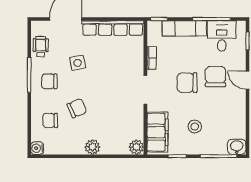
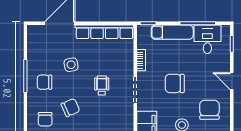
wheelchair: (41, 47) -> (102, 85), moved
chair: (215, 77) -> (209, 110), moved
chair: (50, 121) -> (45, 119), turned -90

